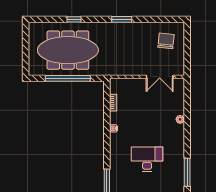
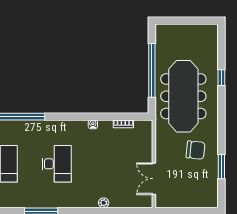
window: (122, 19) -> (221, 167), moved
chair: (166, 41) -> (196, 150), moved
meeting table: (68, 50) -> (183, 96), moved

